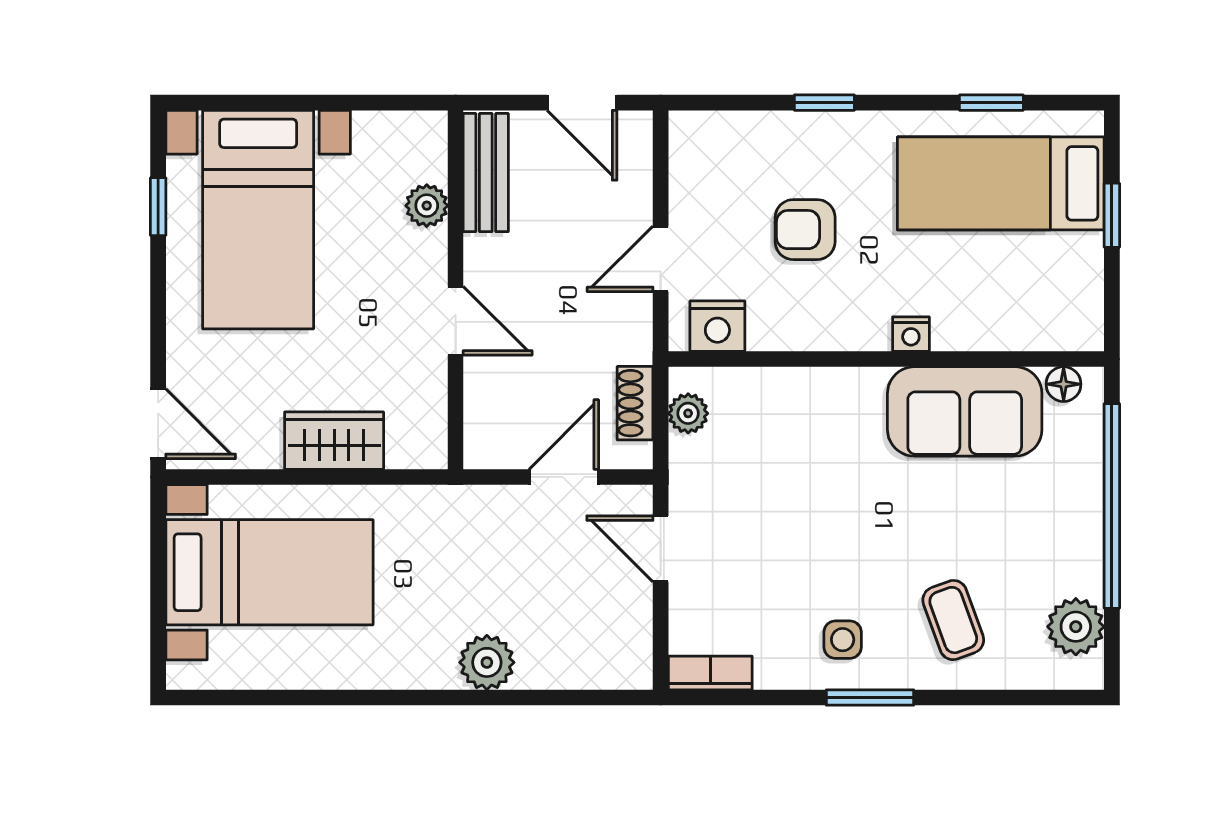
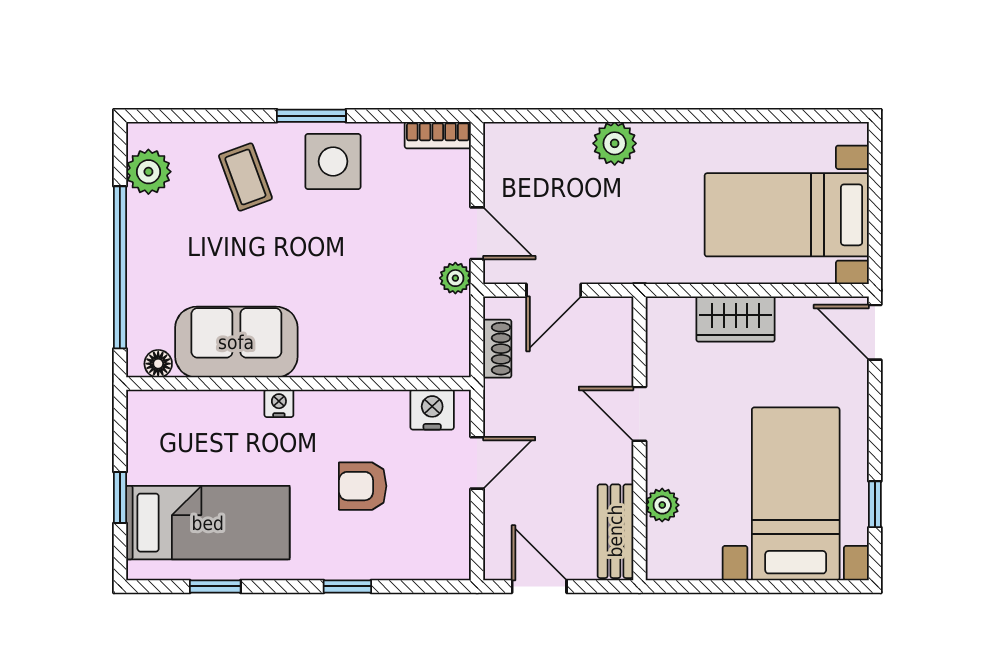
armchair: (805, 230) -> (363, 486), turned 180
plant: (688, 413) -> (455, 278), moved
side table: (843, 640) -> (333, 161), width x1.87, depth x1.87

